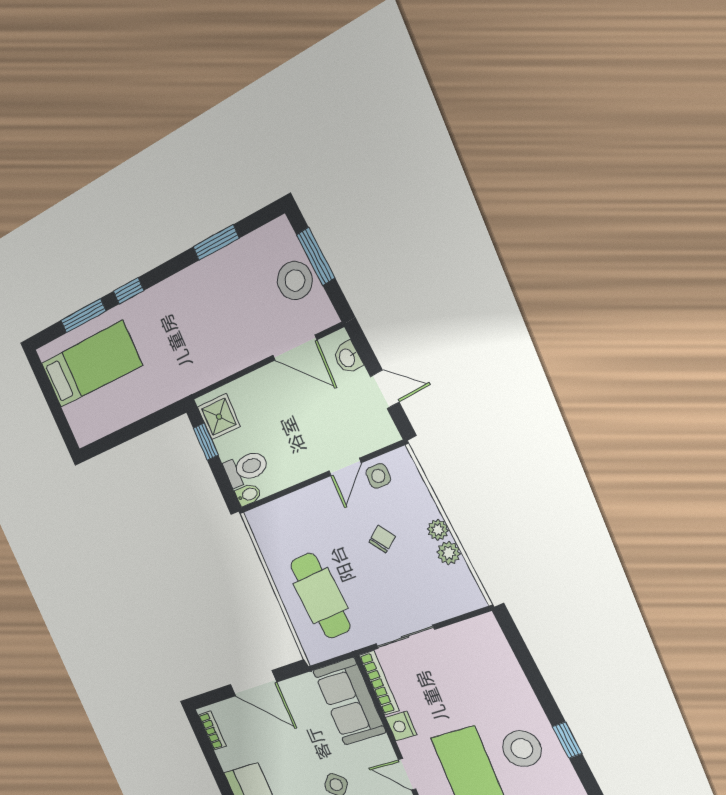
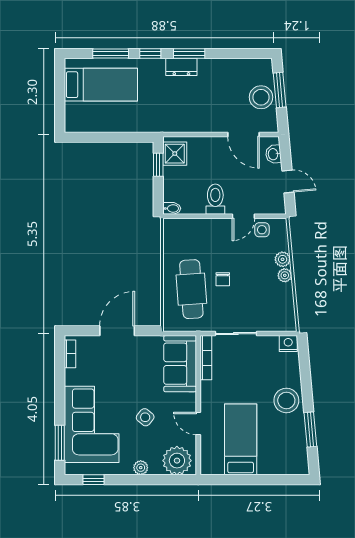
window: (216, 243) -> (189, 54), moved
dresser: (174, 290) -> (181, 67), added
toilet: (246, 468) -> (215, 199), moved, turned -90
chair: (382, 539) -> (223, 279), moved, turned 127
plant: (449, 553) -> (283, 259), moved
door: (253, 683) -> (117, 331), swing flipped
nightstand: (401, 726) -> (288, 344), moved, turned 90
window: (567, 740) -> (310, 430), width x1.50
stool: (522, 749) -> (286, 400), moved

